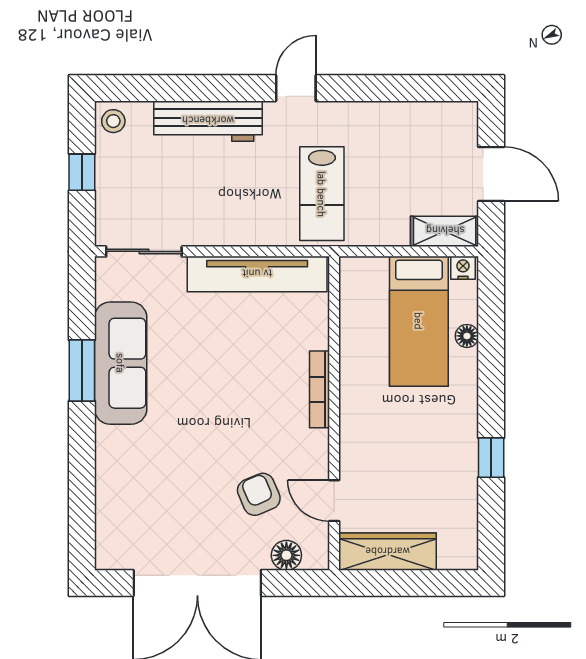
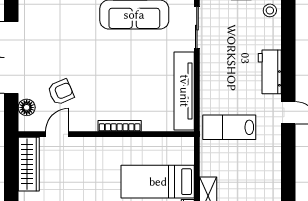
workbench: (208, 121) -> (270, 72), width x0.73

